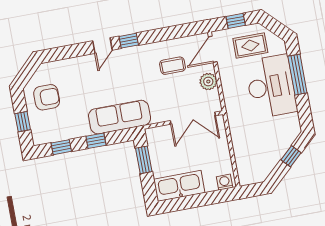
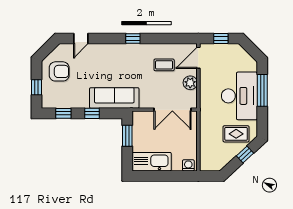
door: (102, 46) -> (81, 39), moved
rug: (250, 46) -> (236, 134), moved

